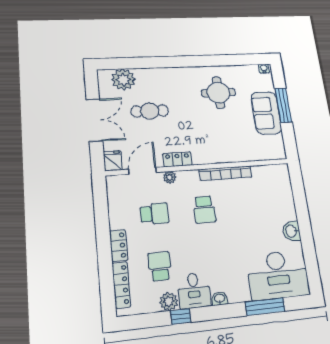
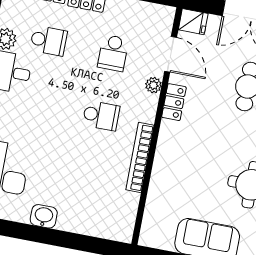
school desk: (204, 210) -> (101, 116), turned 180

